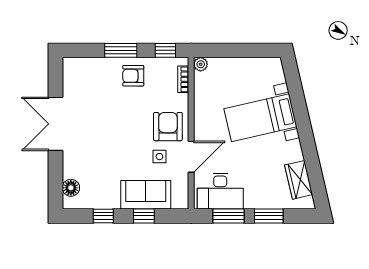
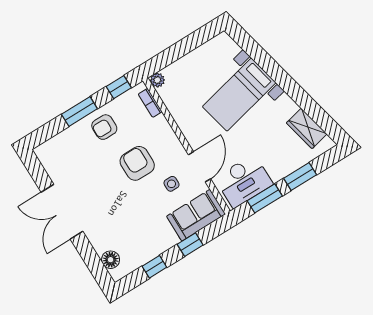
armchair: (168, 127) -> (137, 163), moved
sofa: (146, 195) -> (196, 215), moved

